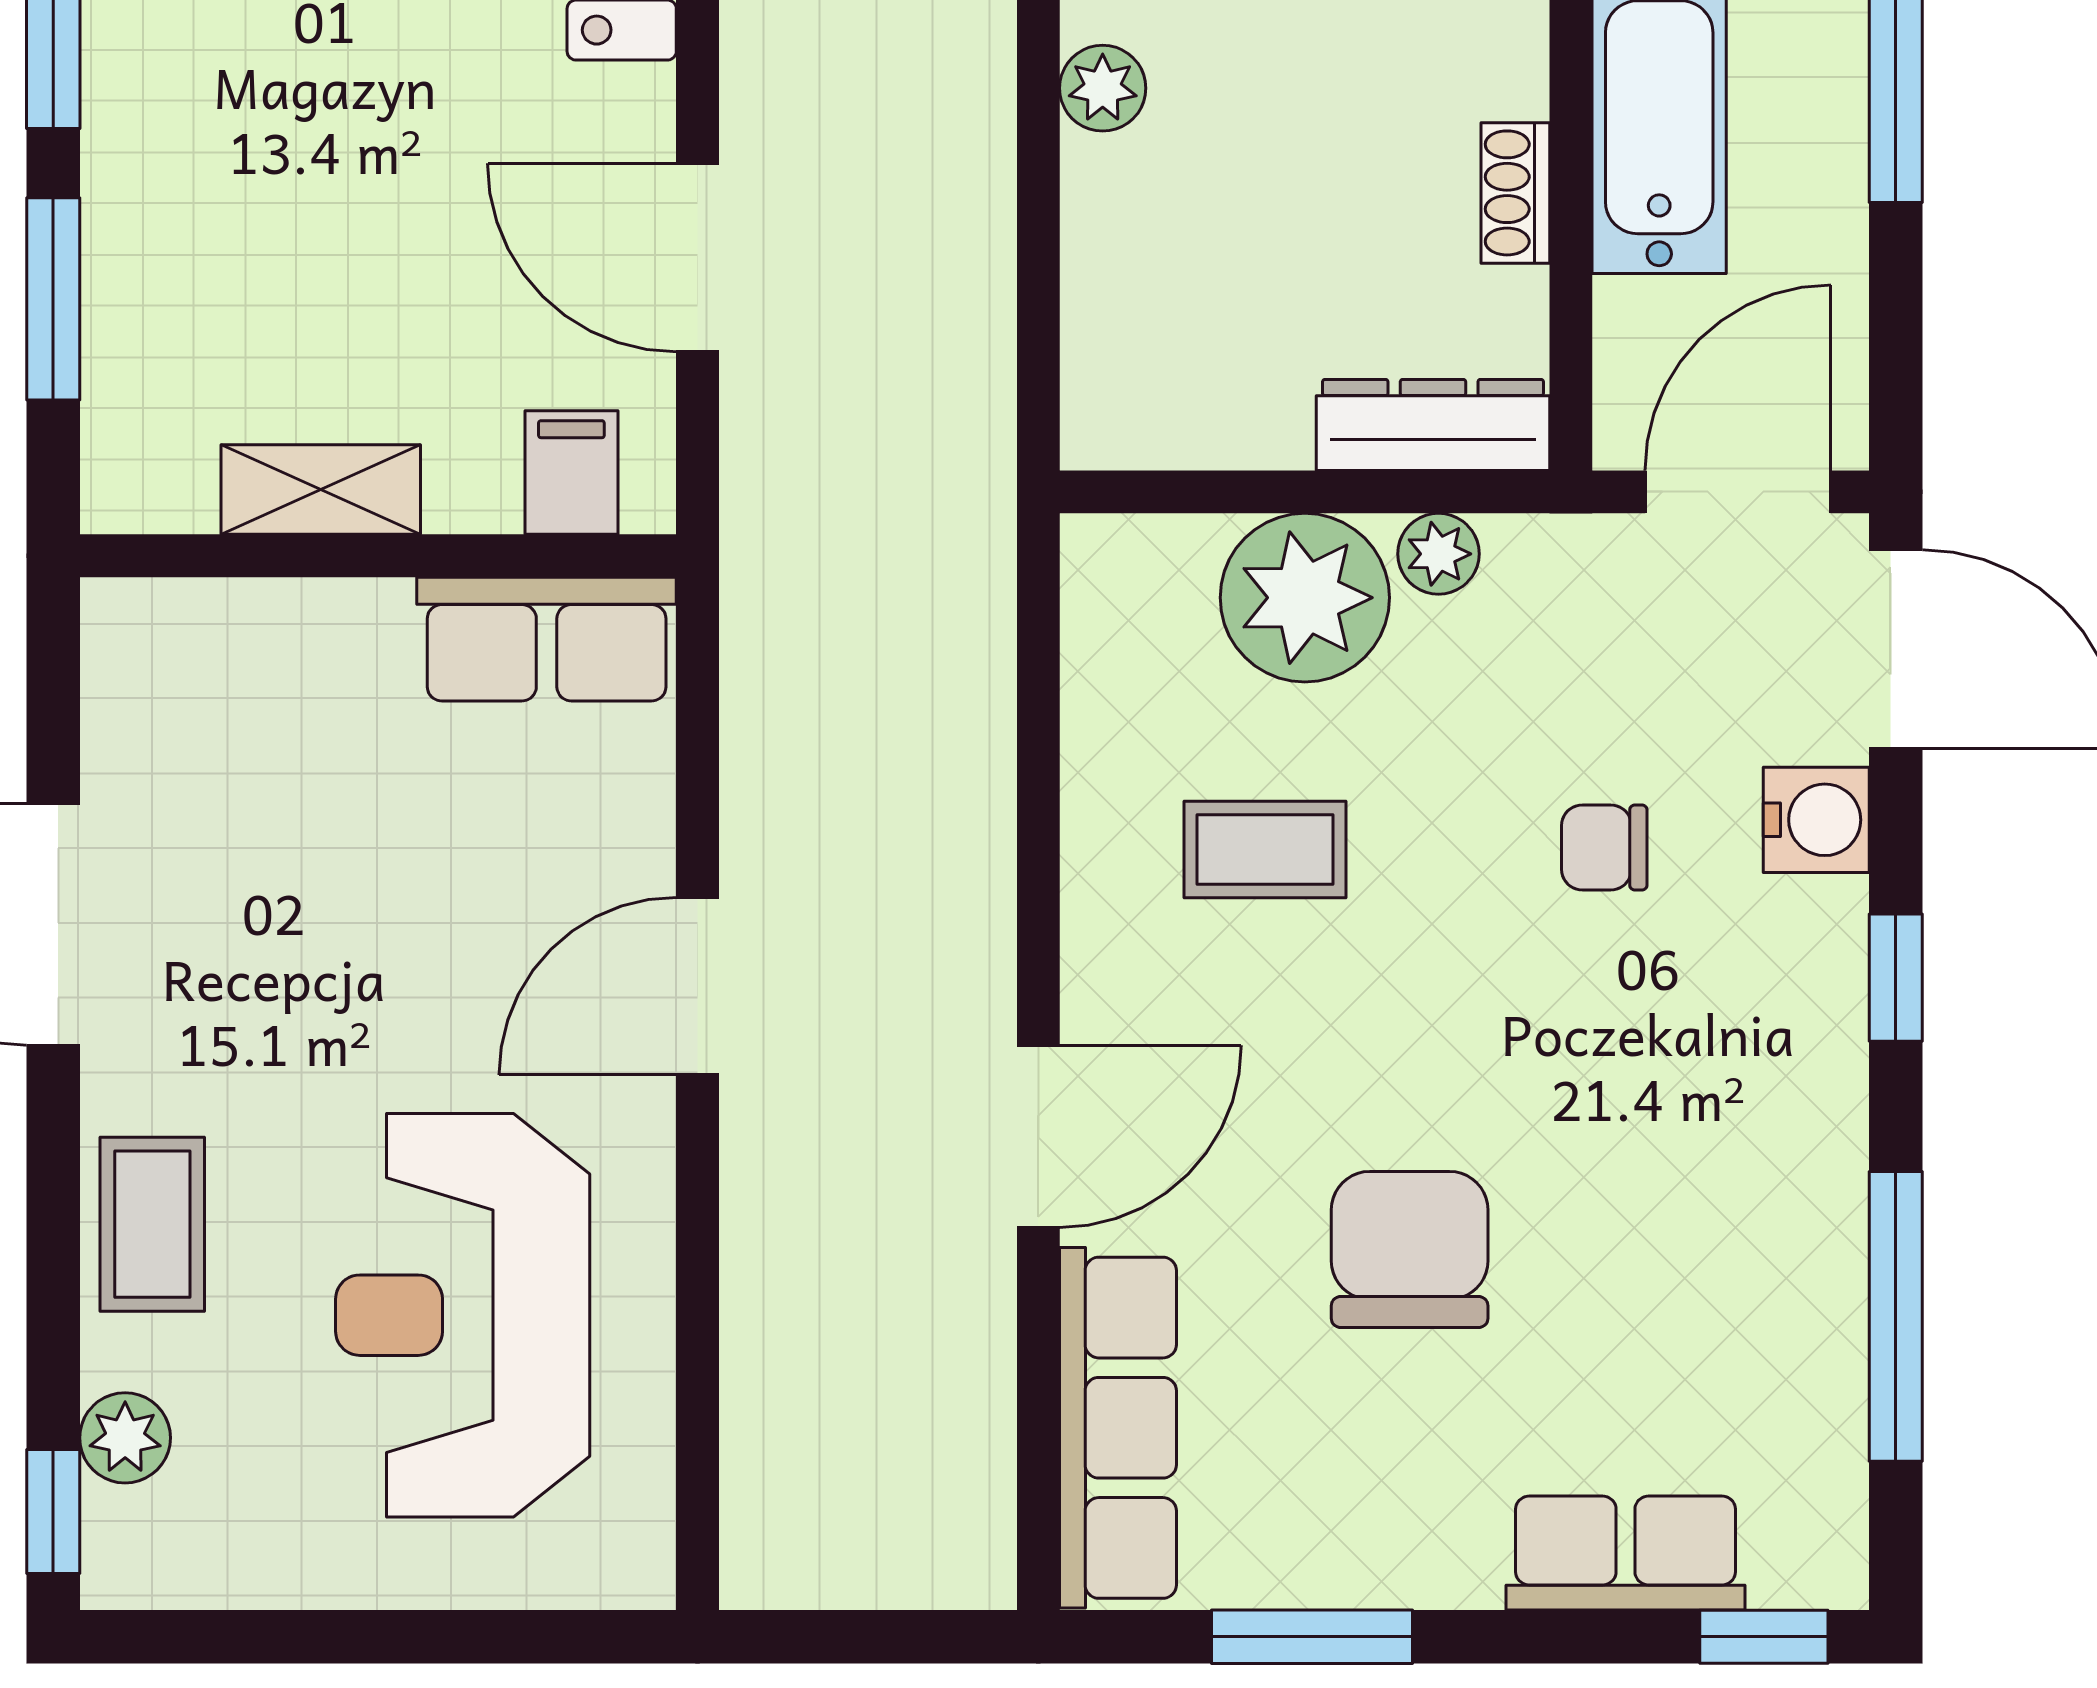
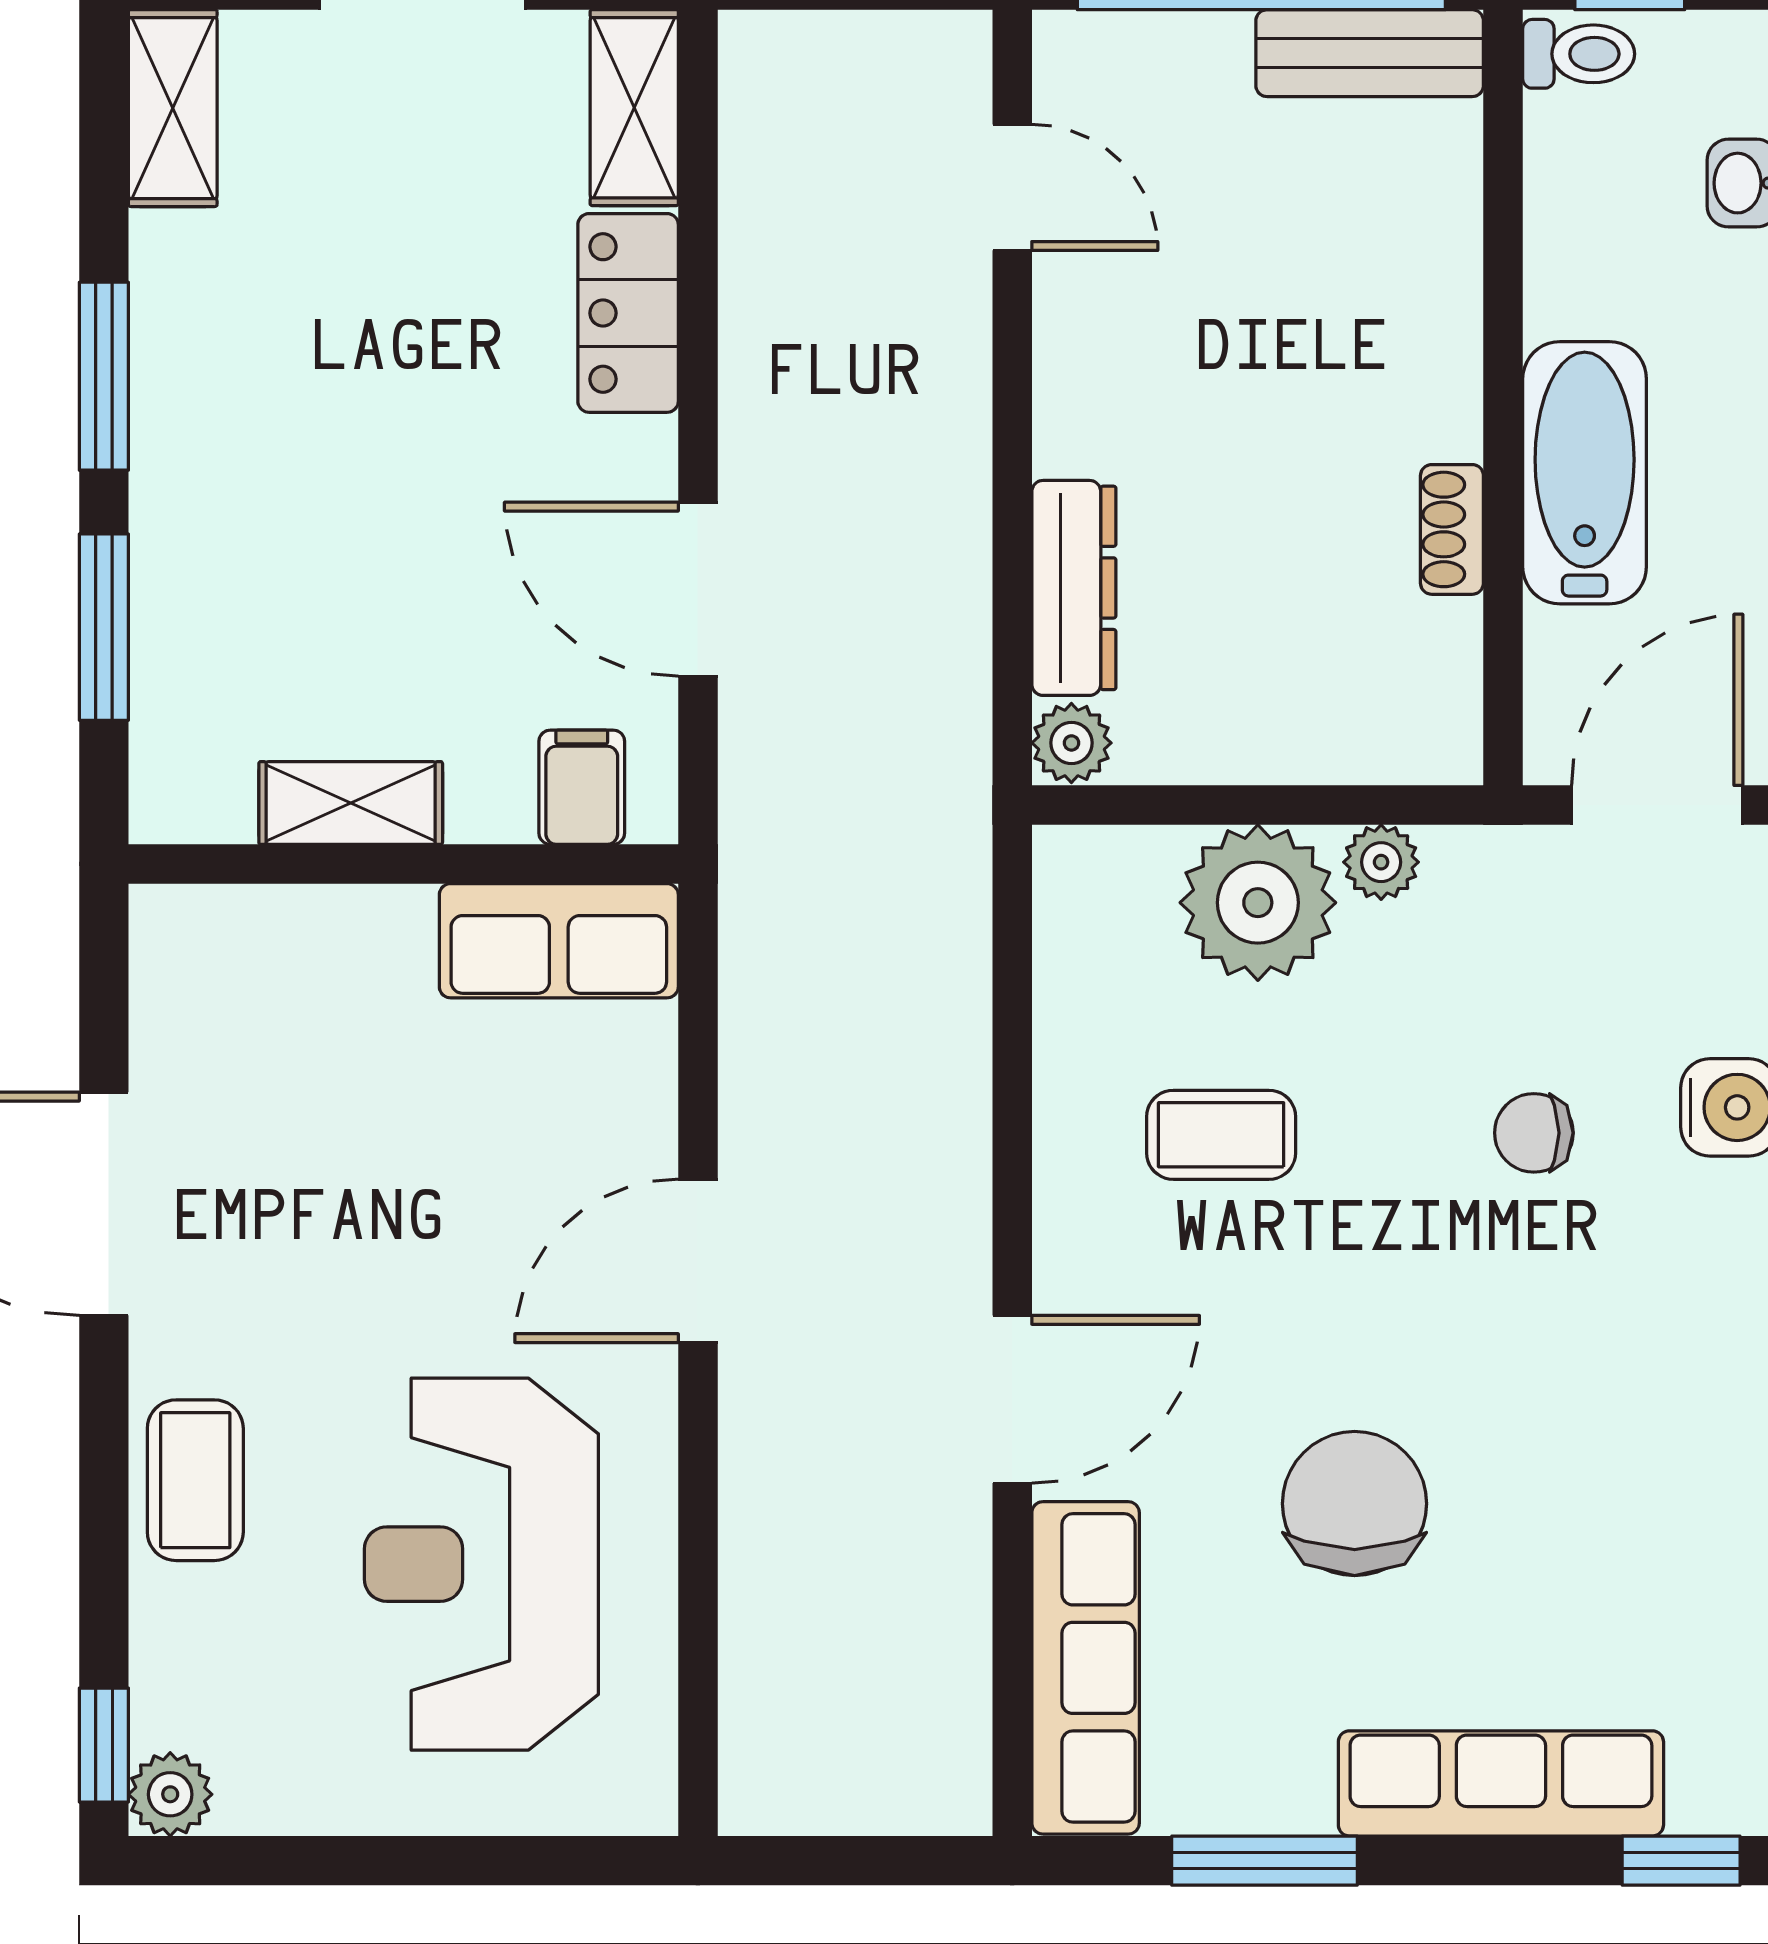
plant: (1103, 88) -> (1071, 743), moved
dresser: (1433, 425) -> (1074, 588), moved, turned 90
plant: (125, 1438) -> (170, 1794), moved
row of seats: (1626, 1553) -> (1501, 1783), width x1.48

